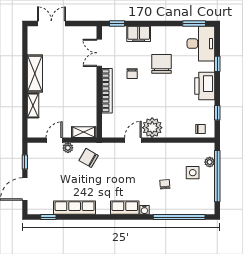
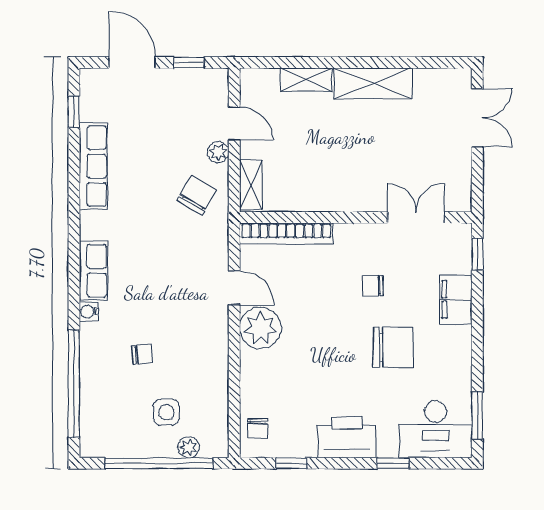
bookcase: (107, 91) -> (286, 233), moved

